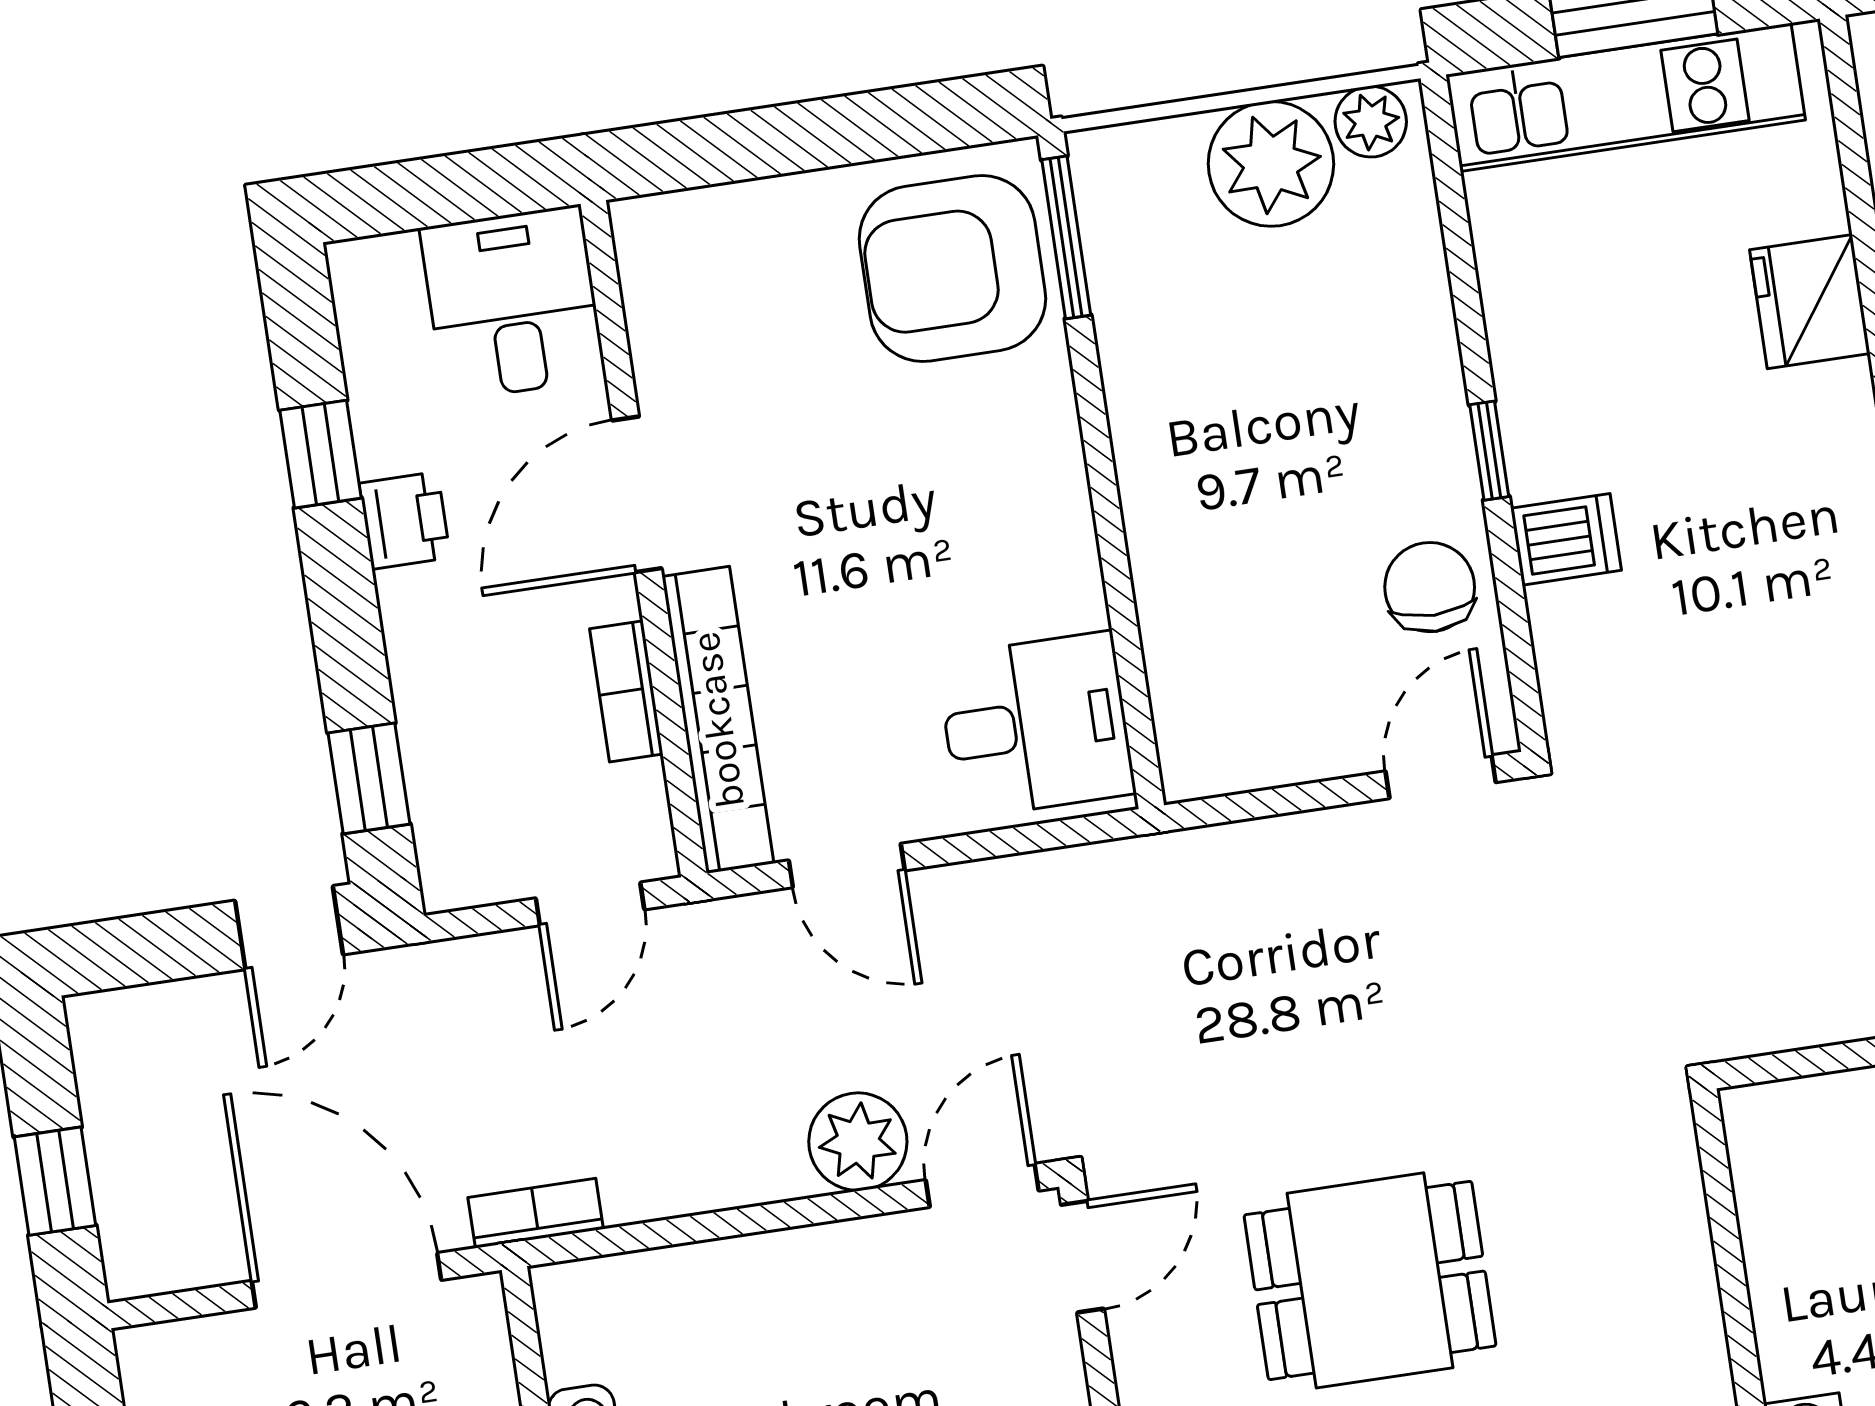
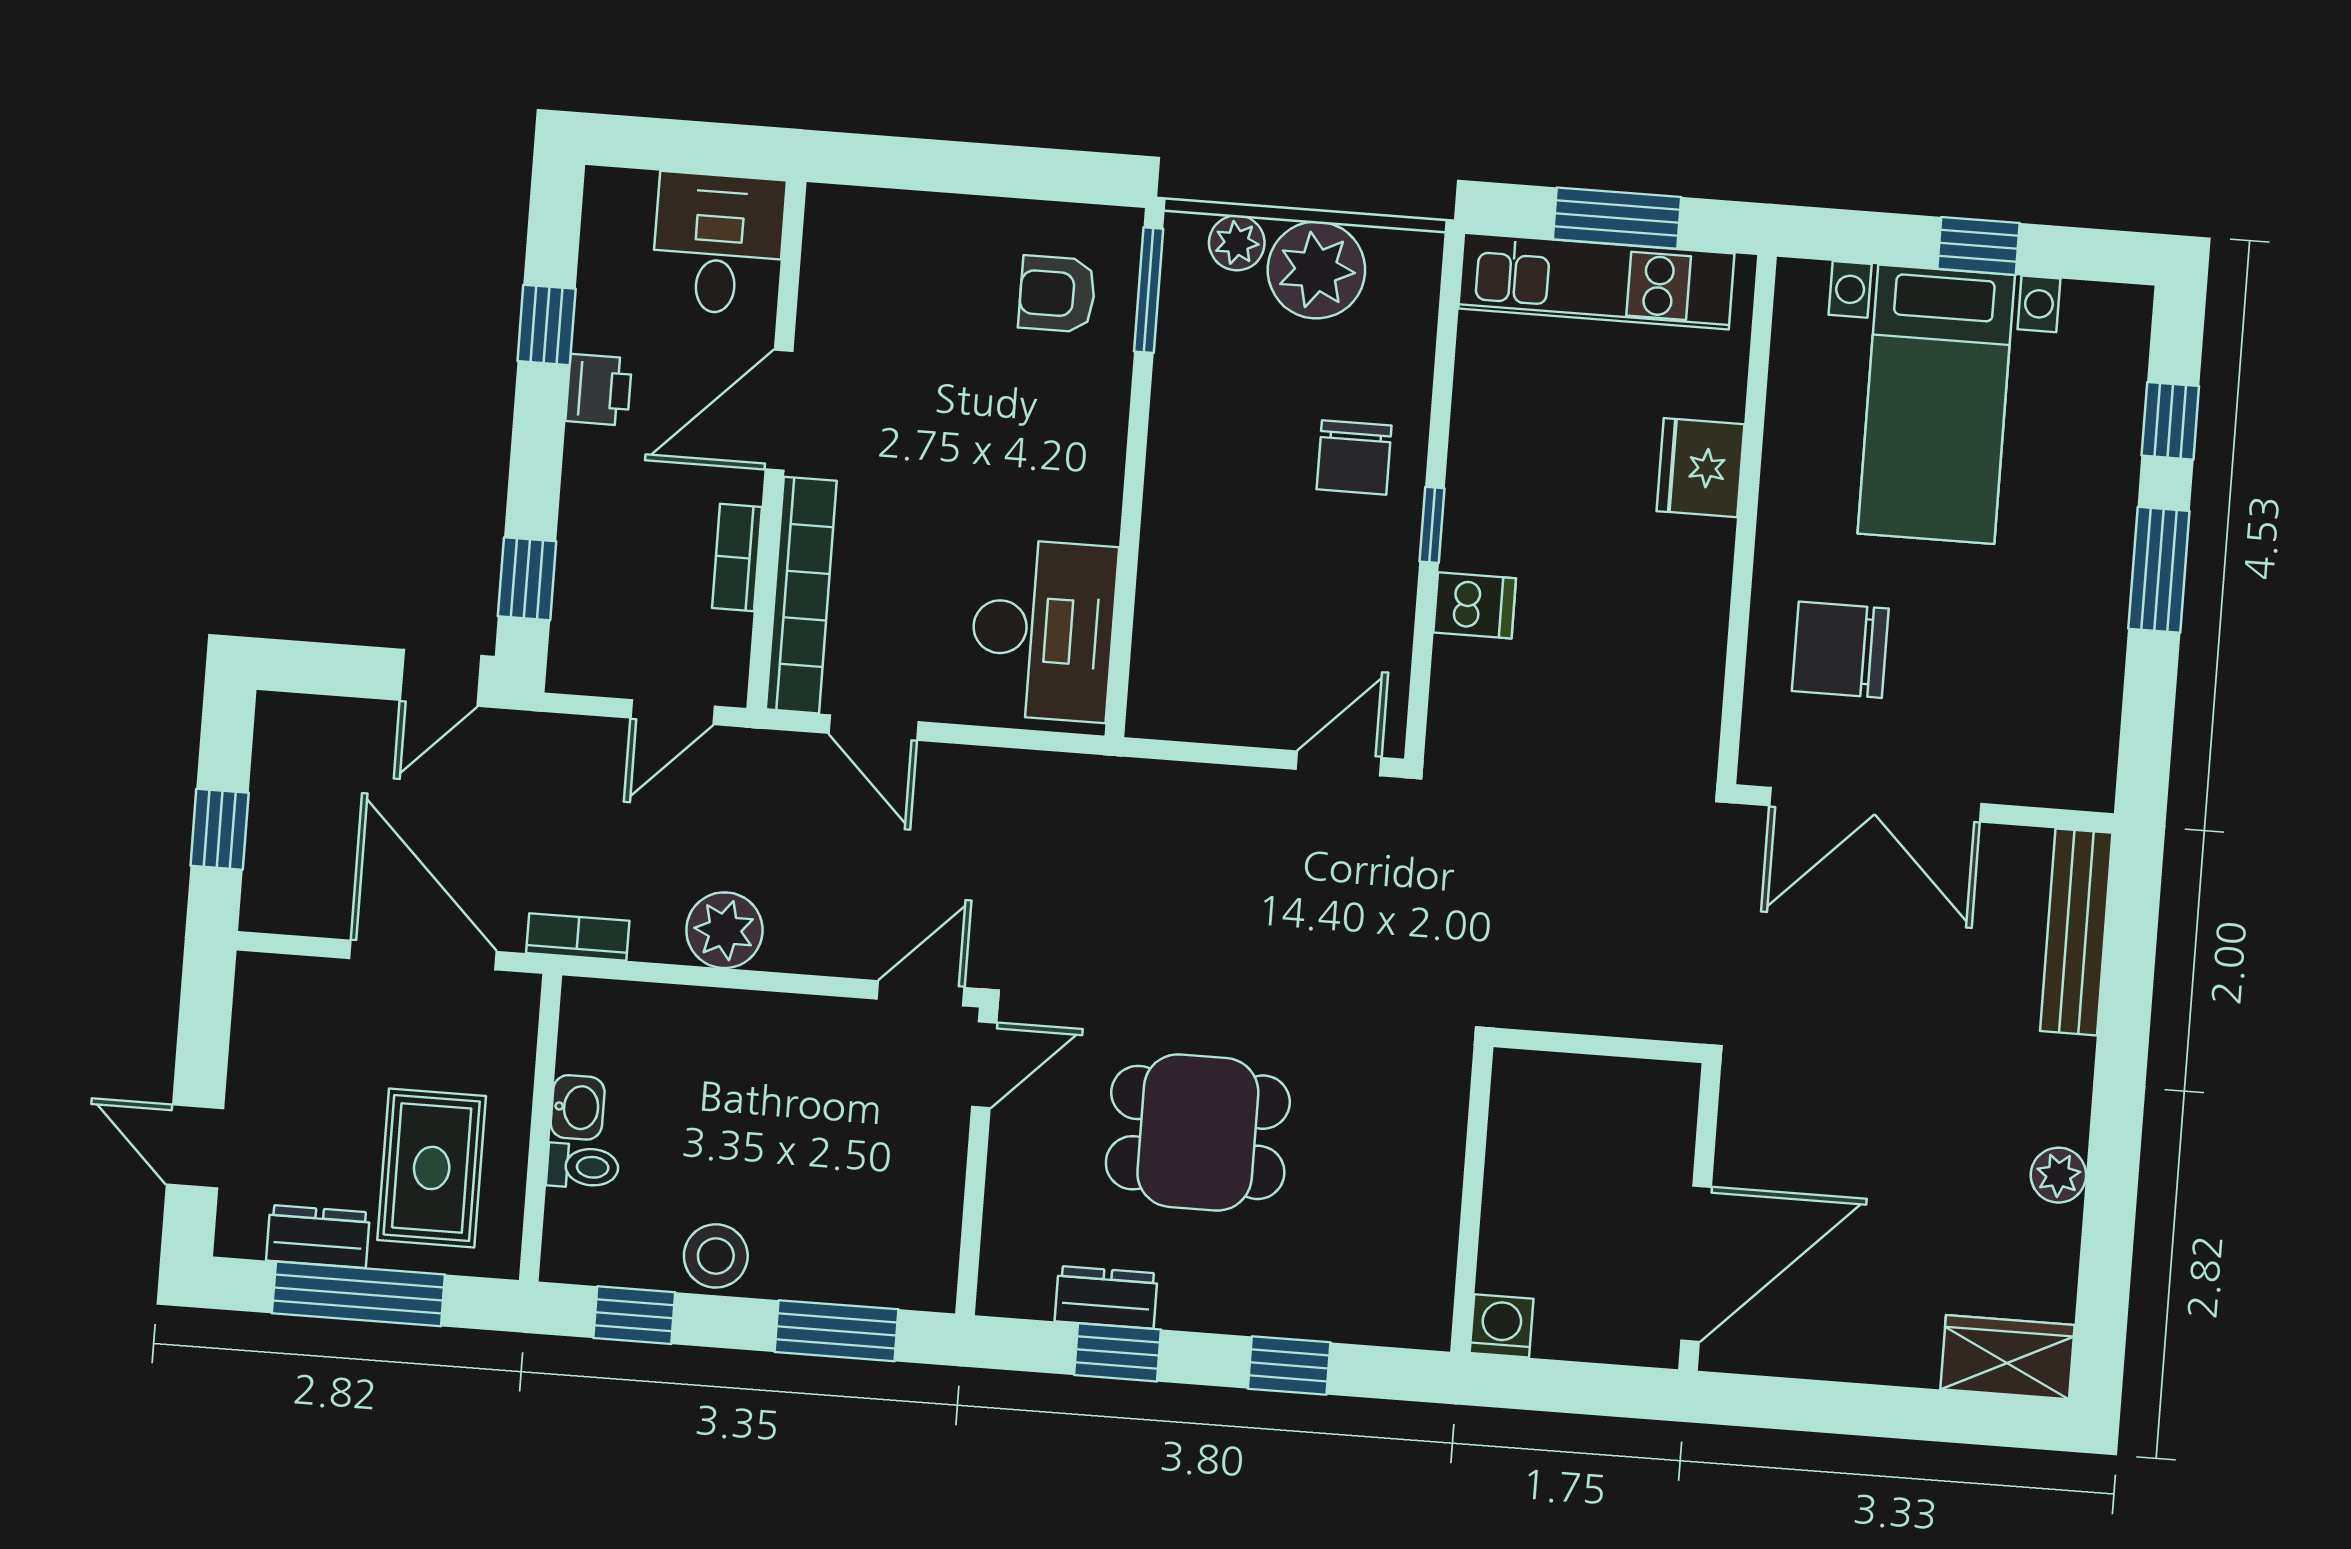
plant: (1371, 122) -> (1237, 243), moved
armchair: (952, 268) -> (1057, 294), width x0.53, depth x0.53
chair: (1430, 587) -> (1354, 457), moved, turned 180
desk: (1036, 725) -> (1043, 630), width x1.37
plant: (858, 1142) -> (724, 930), moved

